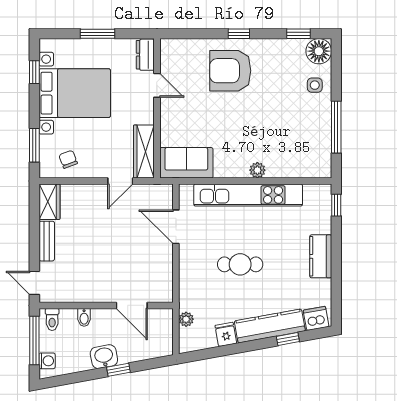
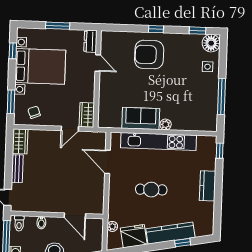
wardrobe: (144, 152) -> (87, 115), width x0.67
sofa: (186, 163) -> (141, 118), moved
dishwasher: (316, 318) -> (203, 229), removed
fridge: (226, 334) -> (134, 236), width x1.88, depth x1.34

